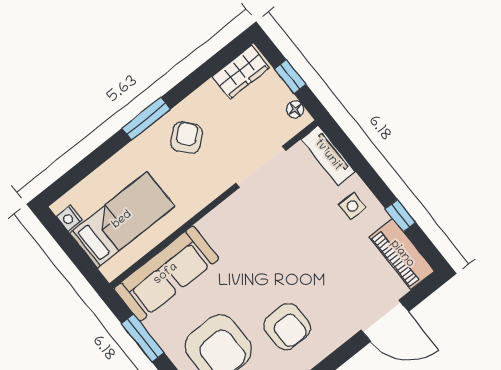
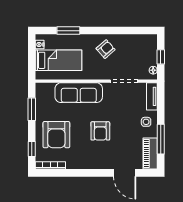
wardrobe: (241, 72) -> (144, 41), removed
window: (146, 119) -> (68, 31), moved
window: (401, 216) -> (161, 139), width x2.17
sofa: (166, 274) -> (79, 93), moved
armchair: (287, 327) -> (100, 131), moved

